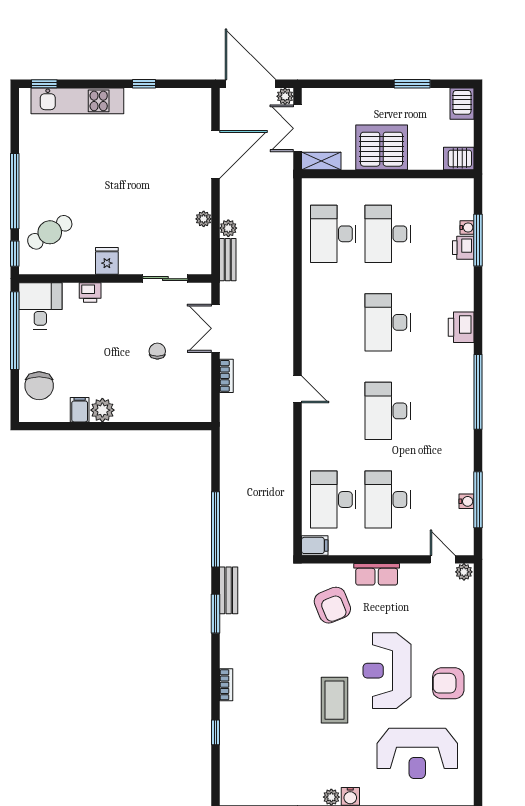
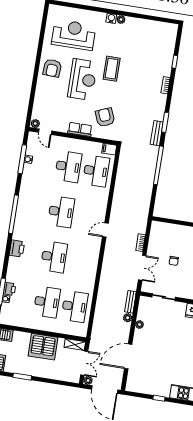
door: (298, 389) -> (105, 230), hinge flipped
armchair: (448, 683) -> (52, 68), turned 93

